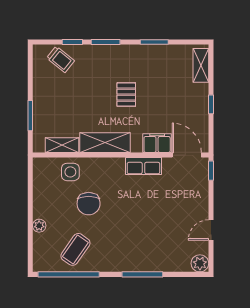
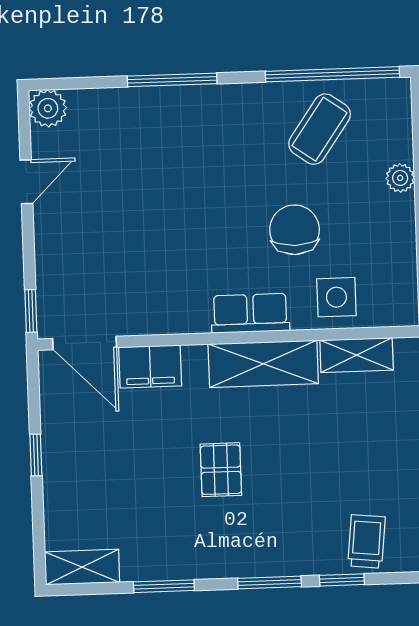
trolley: (60, 59) -> (366, 541), turned 57
shelving: (201, 65) -> (82, 567), moved, turned 90
row of seats: (143, 166) -> (250, 313), moved

